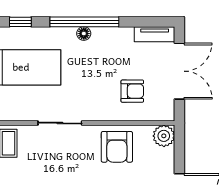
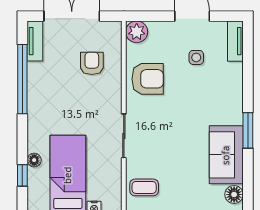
window: (84, 22) -> (22, 79), moved
floor lamp: (84, 34) -> (34, 160), moved

